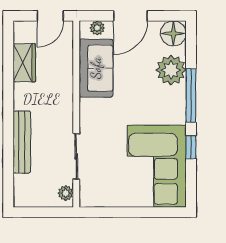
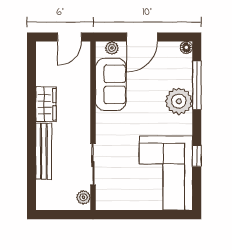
floor lamp: (173, 33) -> (186, 47), width x0.53, depth x0.53
wardrobe: (24, 63) -> (46, 104), moved
plant: (171, 70) -> (179, 101), moved
window: (191, 95) -> (197, 85), moved

